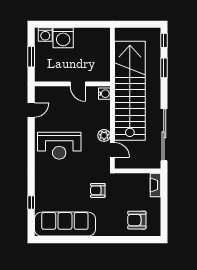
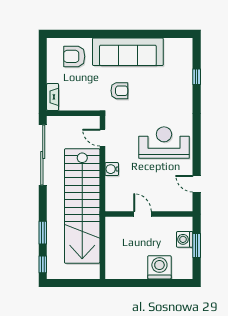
washing machine: (45, 35) -> (185, 239), moved, turned -90
water cooler: (104, 94) -> (112, 169), moved
door: (31, 110) -> (197, 184), hinge flipped
plant: (104, 135) -> (112, 154), removed
armchair: (137, 220) -> (74, 56), turned 180
sofa: (65, 224) -> (128, 52), moved

